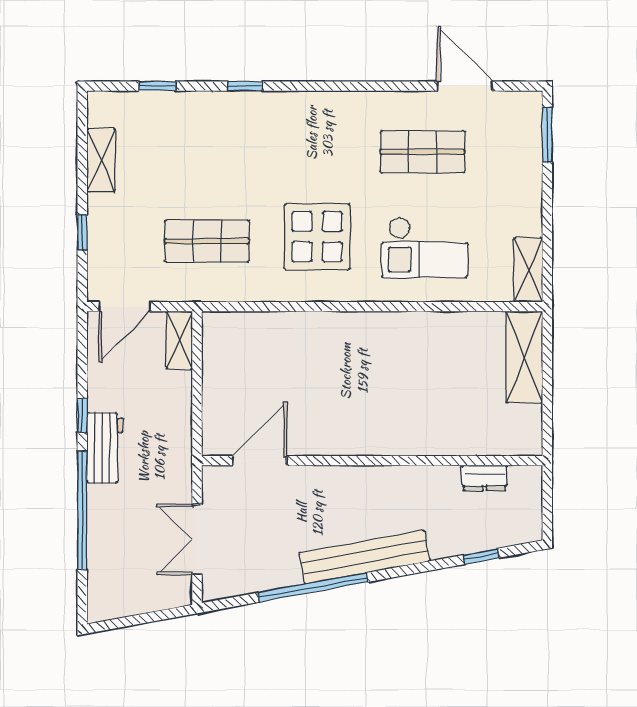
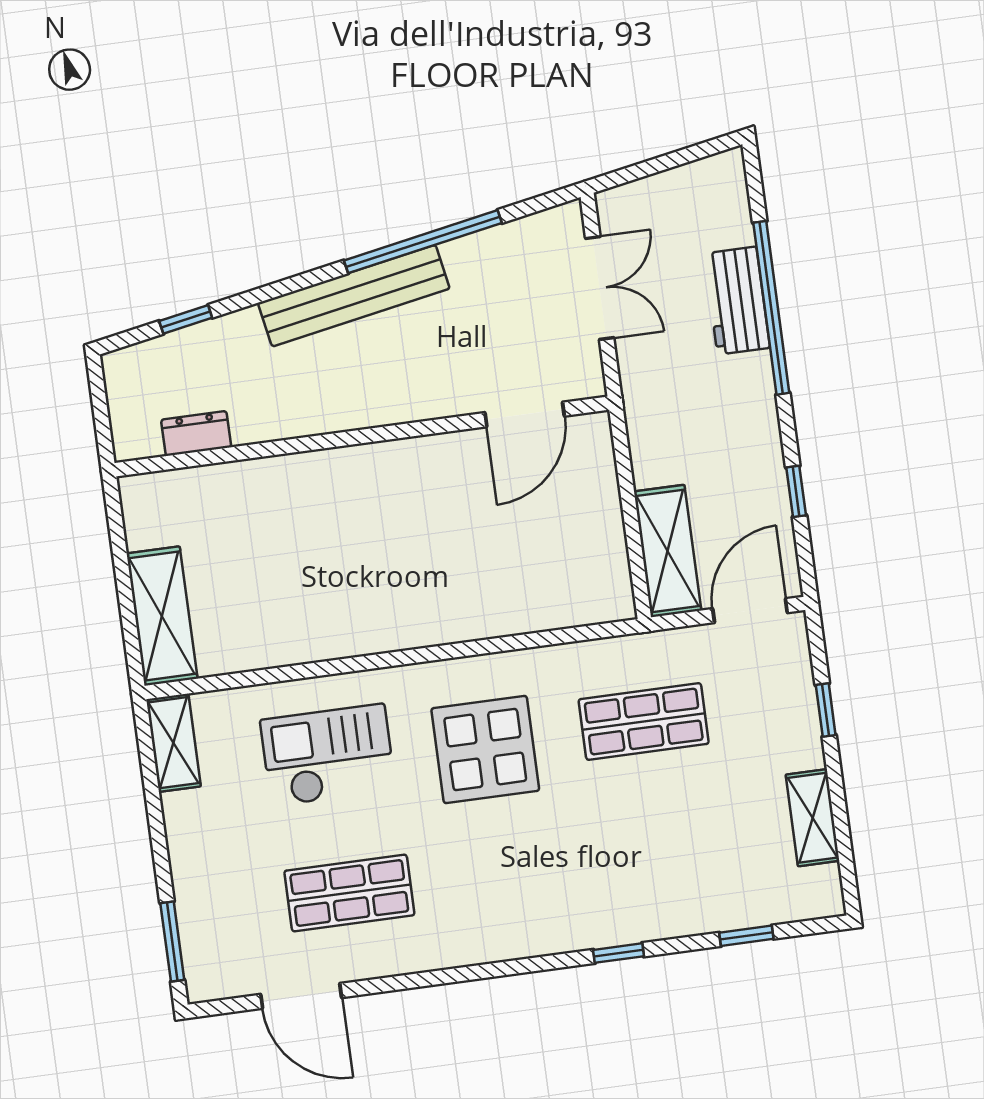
shelving: (179, 340) -> (668, 551), width x1.50, depth x1.33
window: (82, 415) -> (796, 491), moved
workbench: (105, 448) -> (737, 301), moved

